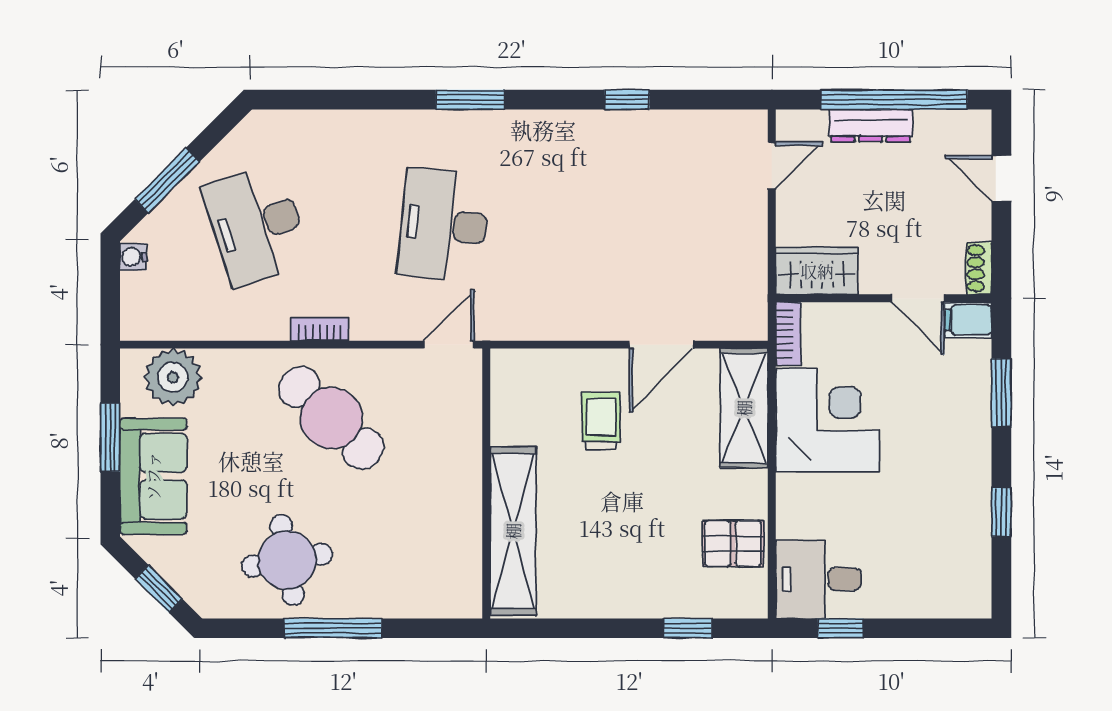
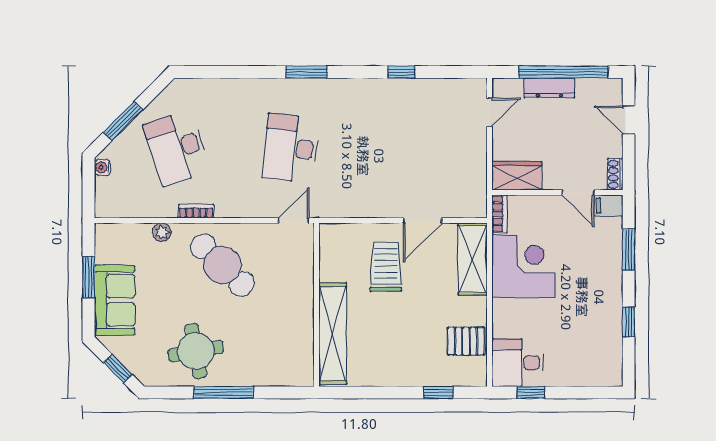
bookcase: (320, 329) -> (196, 211), moved
plant: (173, 377) -> (162, 232), moved, width x0.53, depth x0.53
trolley: (601, 421) -> (386, 267), width x1.36, depth x1.39

